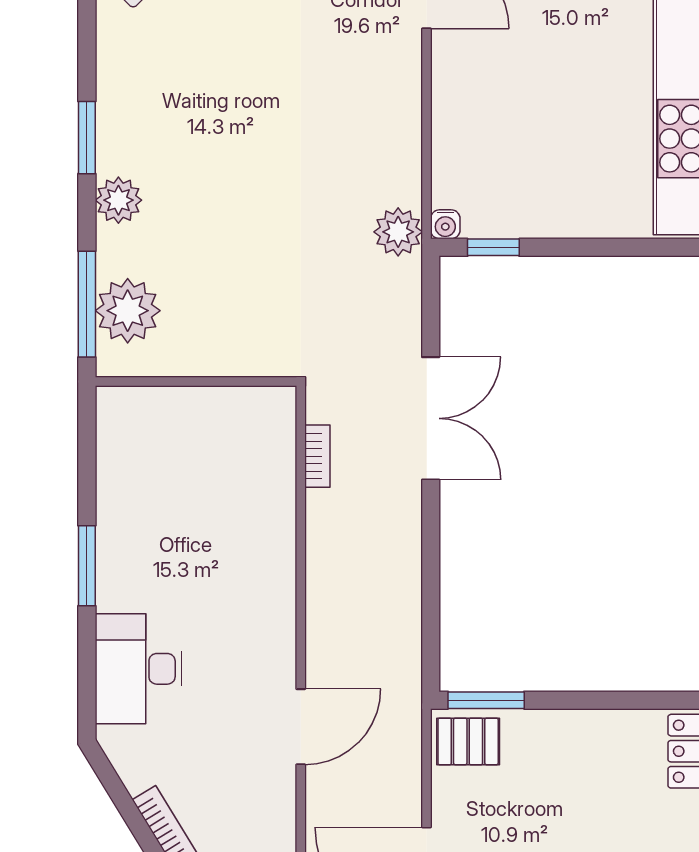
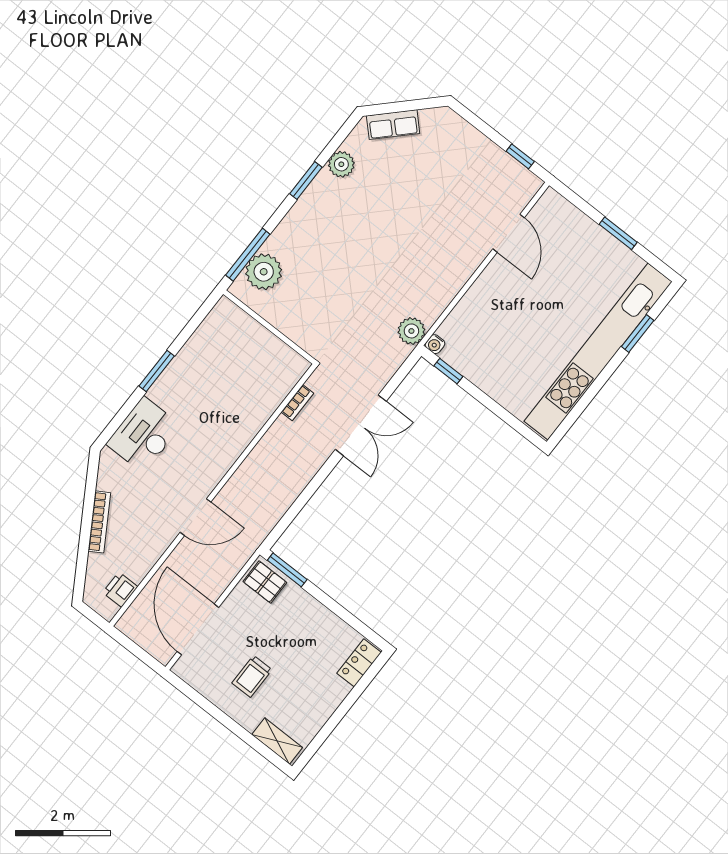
plant: (118, 200) -> (341, 164), moved

